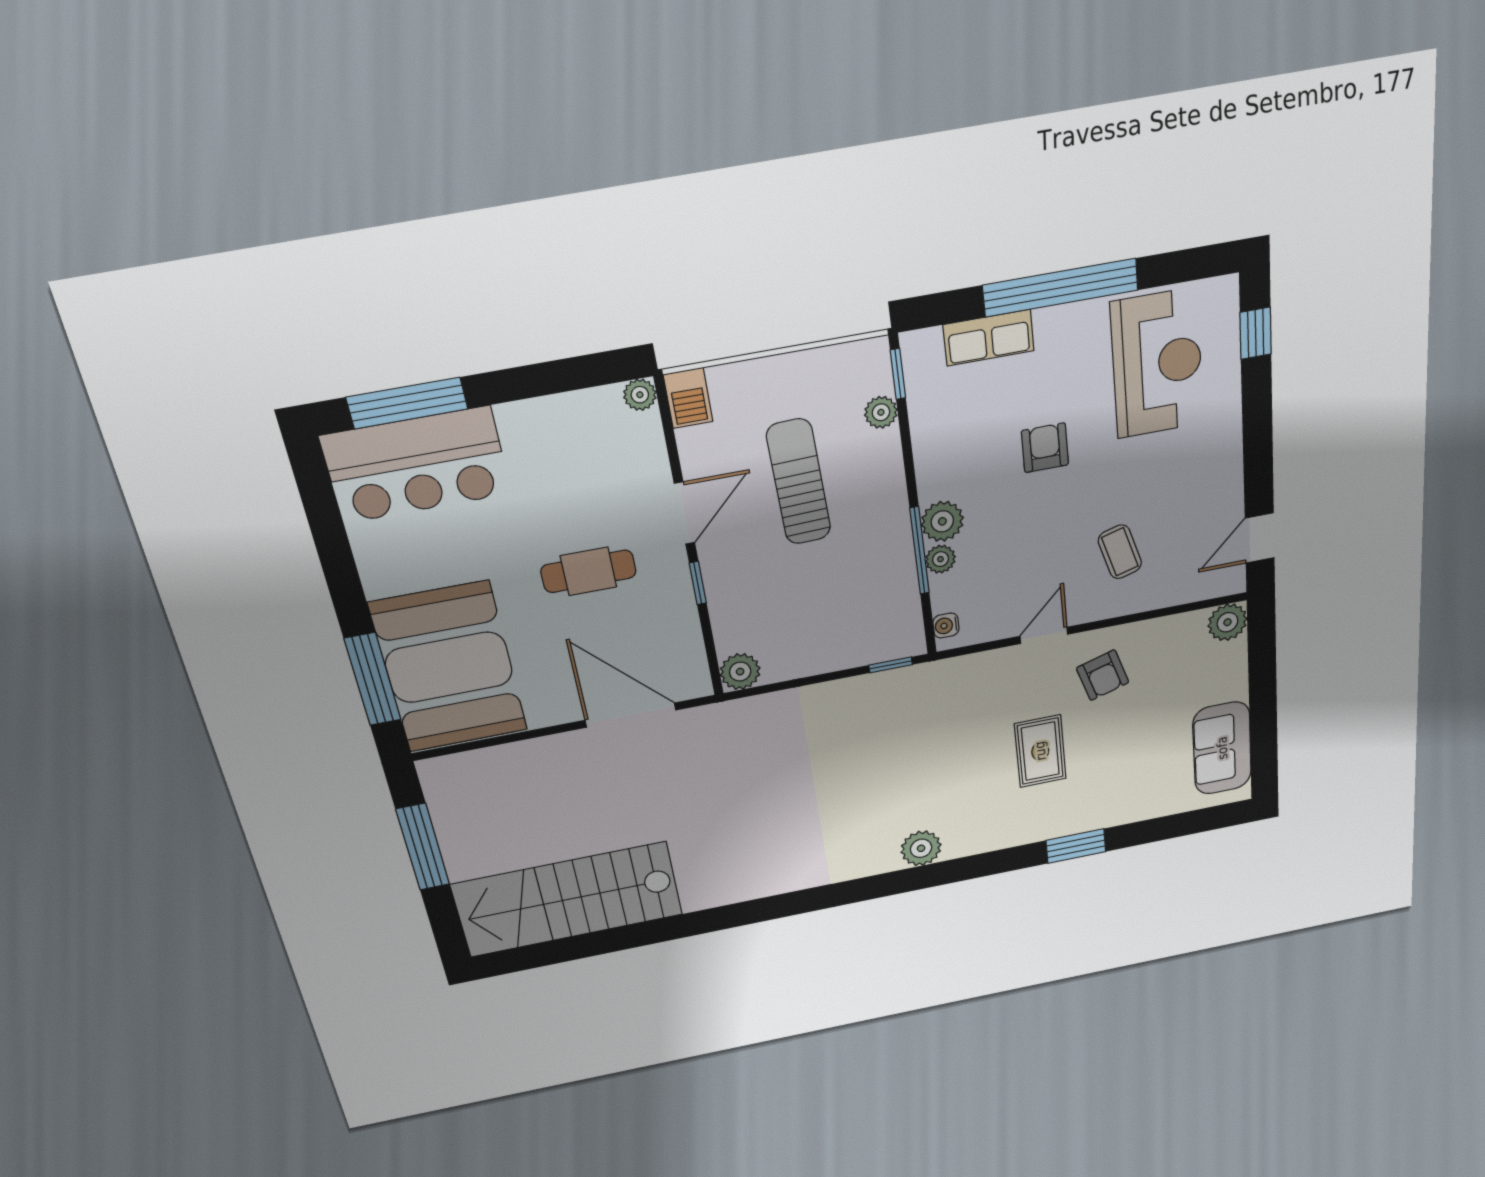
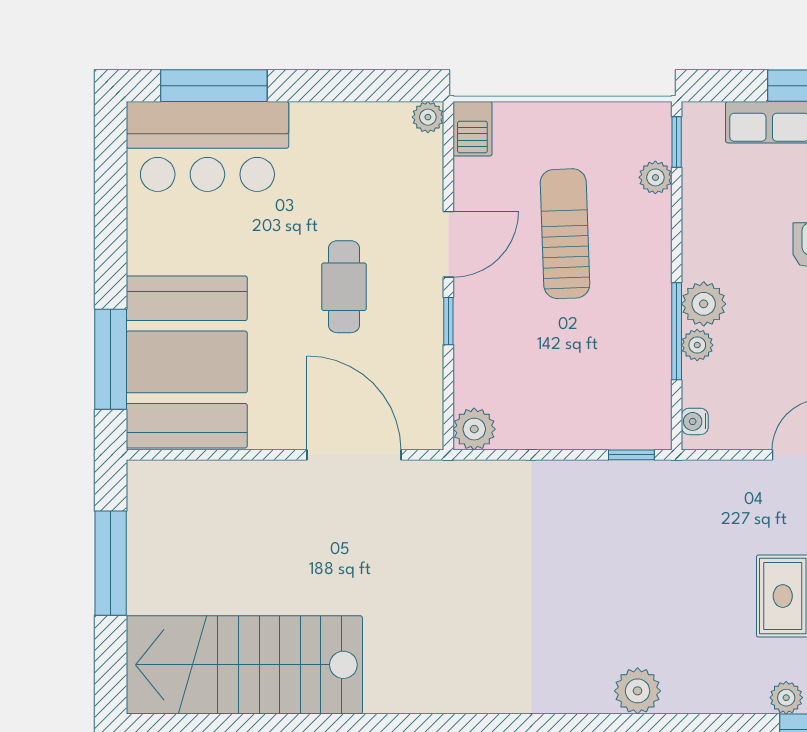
cafe table: (588, 571) -> (344, 287), turned 90
plant: (1050, 827) -> (786, 698), added

